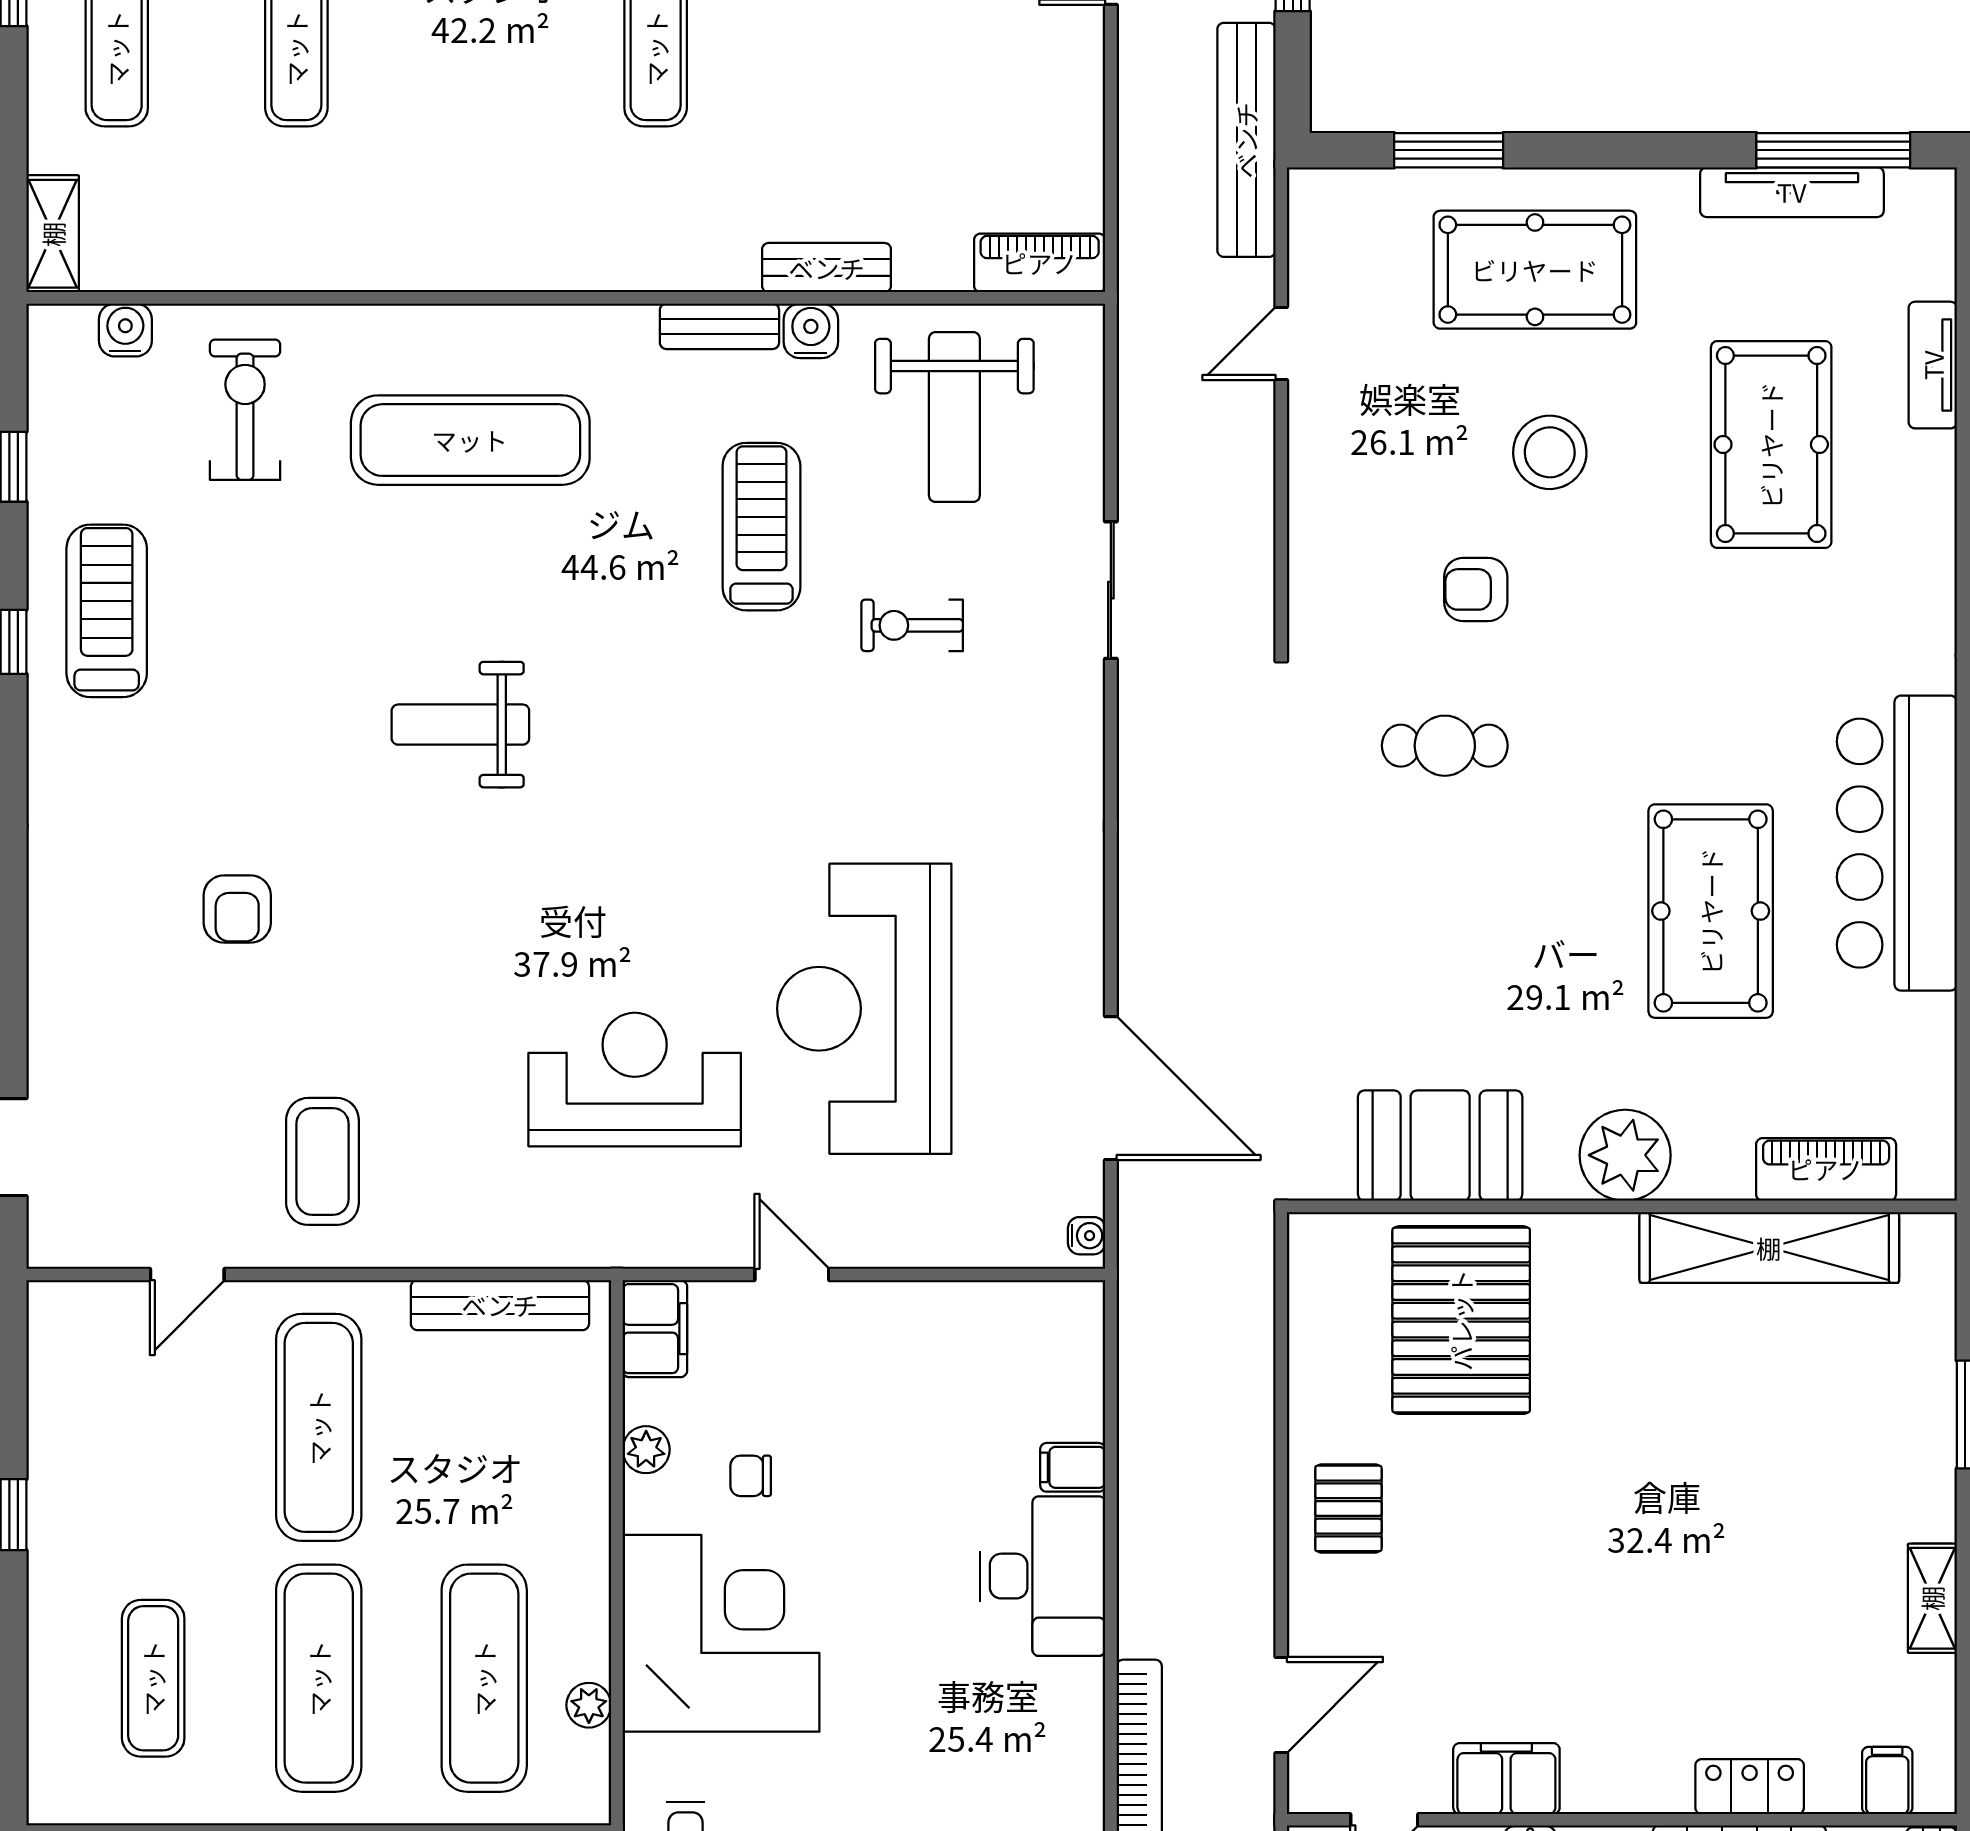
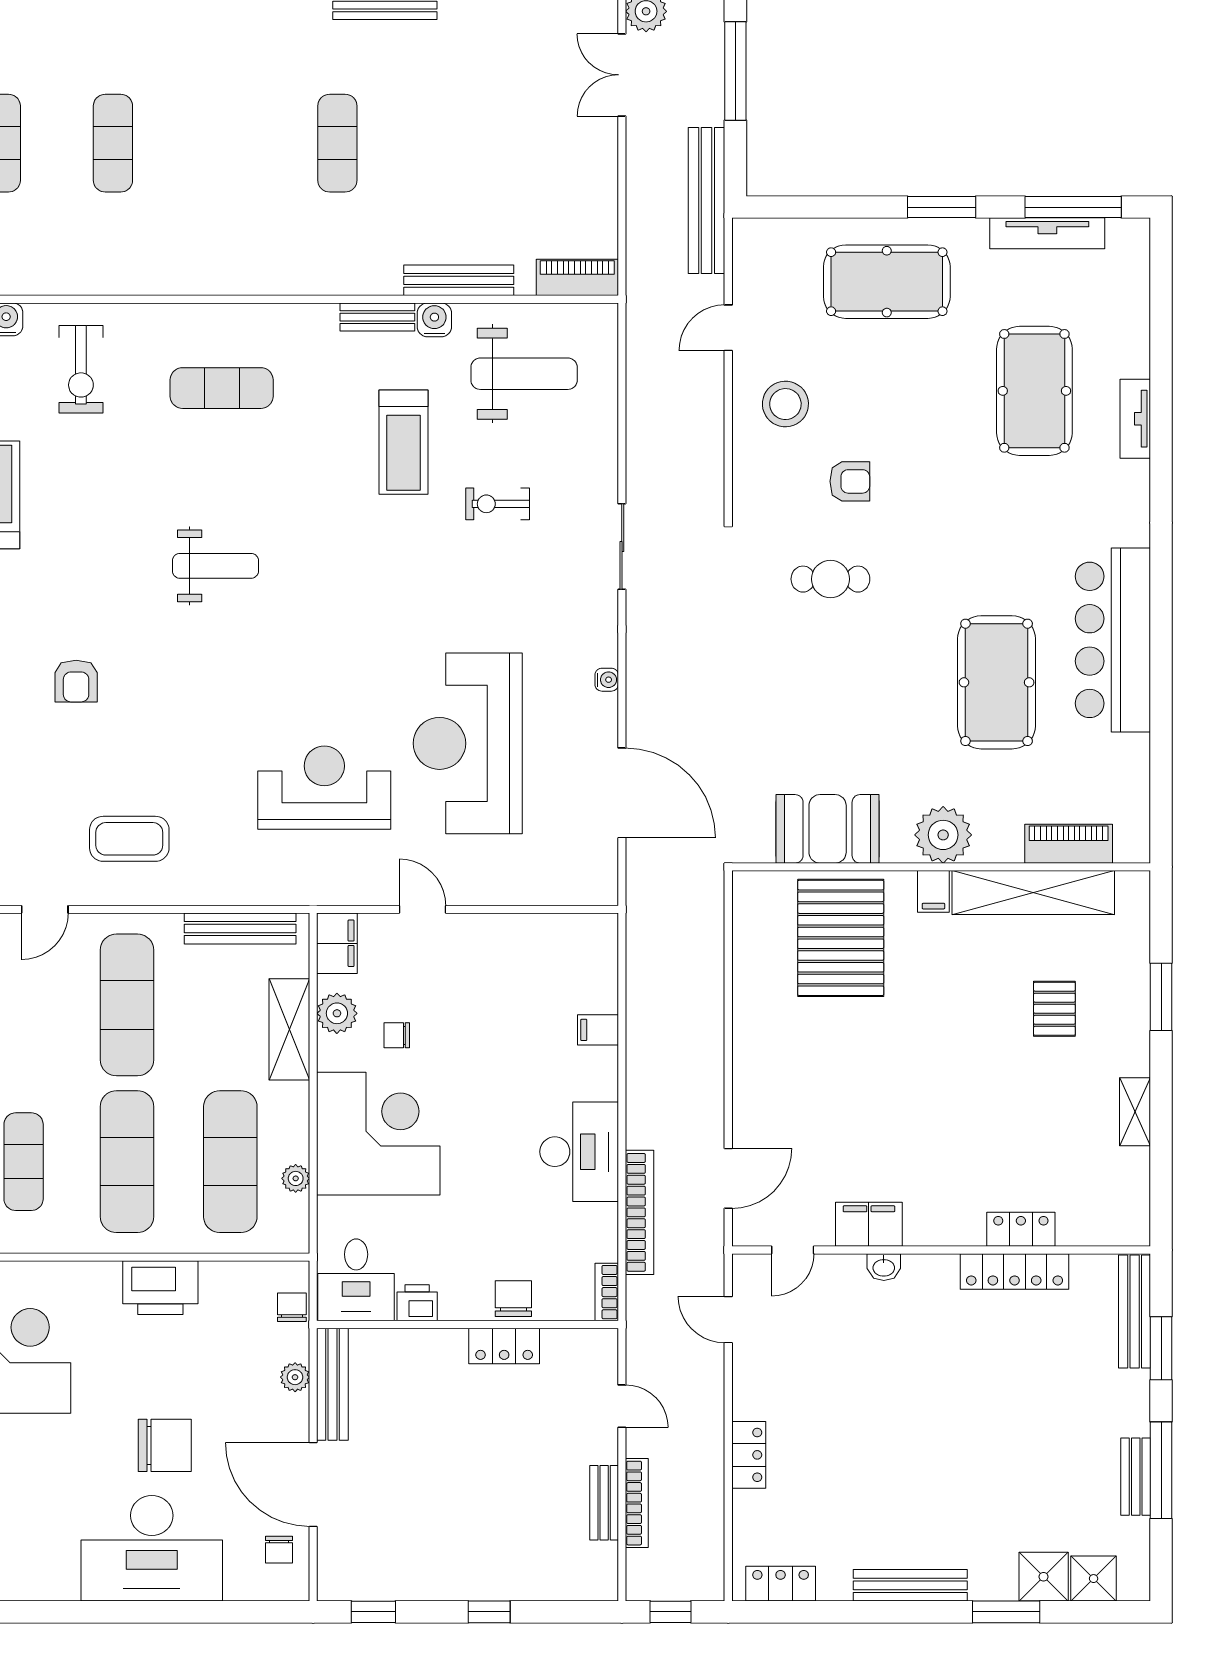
window: (1449, 150) -> (942, 207), moved
bench: (827, 268) -> (459, 280), width x1.36
tv unit: (1933, 365) -> (1135, 419), moved
exercise bike: (245, 410) -> (81, 369), turned 180
weight bench: (954, 417) -> (524, 374), turned -90
exercise mat: (470, 440) -> (222, 388), width x0.73, depth x0.69
stool: (1550, 452) -> (785, 404), moved
treadmill: (761, 527) -> (404, 442), turned 180
armchair: (1476, 589) -> (850, 481), turned 180
sliding door: (1111, 590) -> (622, 546), moved
weight bench: (460, 725) -> (215, 566), turned 180
coffee table: (322, 1161) -> (129, 839), turned 90
water cooler: (1087, 1236) -> (607, 680), moved
plant: (646, 1450) -> (337, 1013), width x1.38, depth x1.38
shelving: (579, 1467) -> (289, 1029), added
pallet: (1348, 1508) -> (1054, 1009), moved
desk: (1042, 1576) -> (579, 1152), moved
filing cabinet: (1887, 1780) -> (933, 891), moved, turned 180

